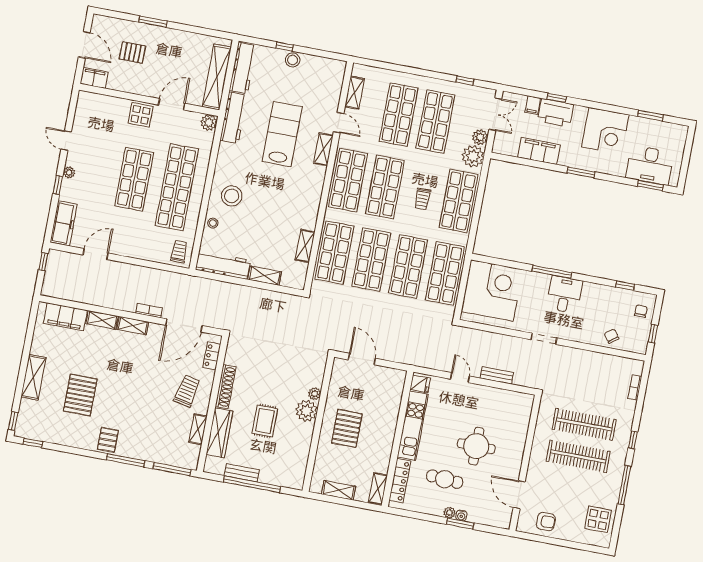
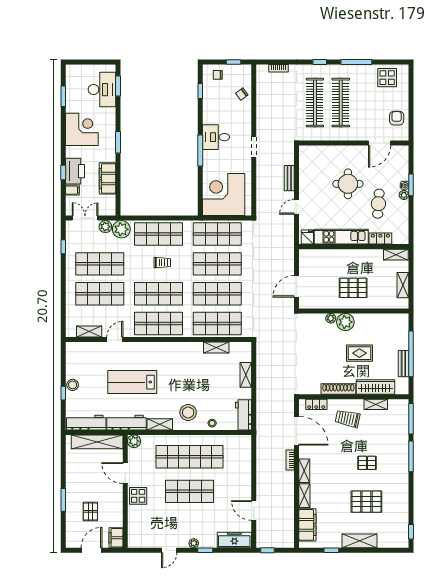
shelving: (323, 149) -> (160, 424), moved
trolley: (179, 252) -> (239, 445), removed
workbench: (223, 265) -> (244, 415), width x0.73
window: (13, 421) -> (331, 550), moved
pallet: (108, 440) -> (367, 463), moved
locker: (400, 481) -> (380, 239), width x0.66

